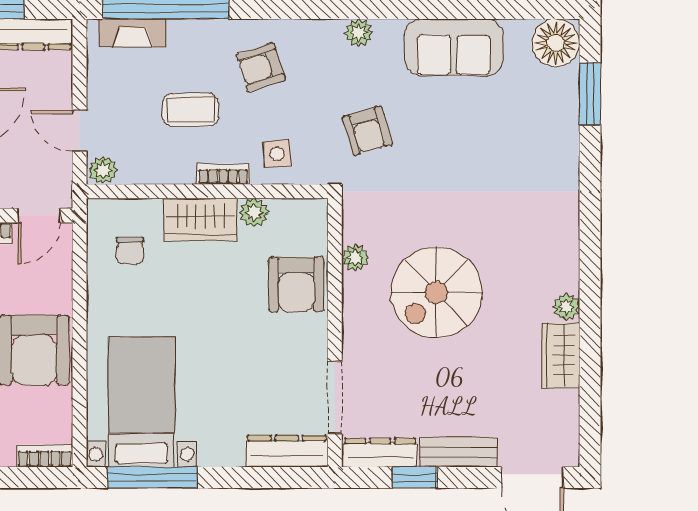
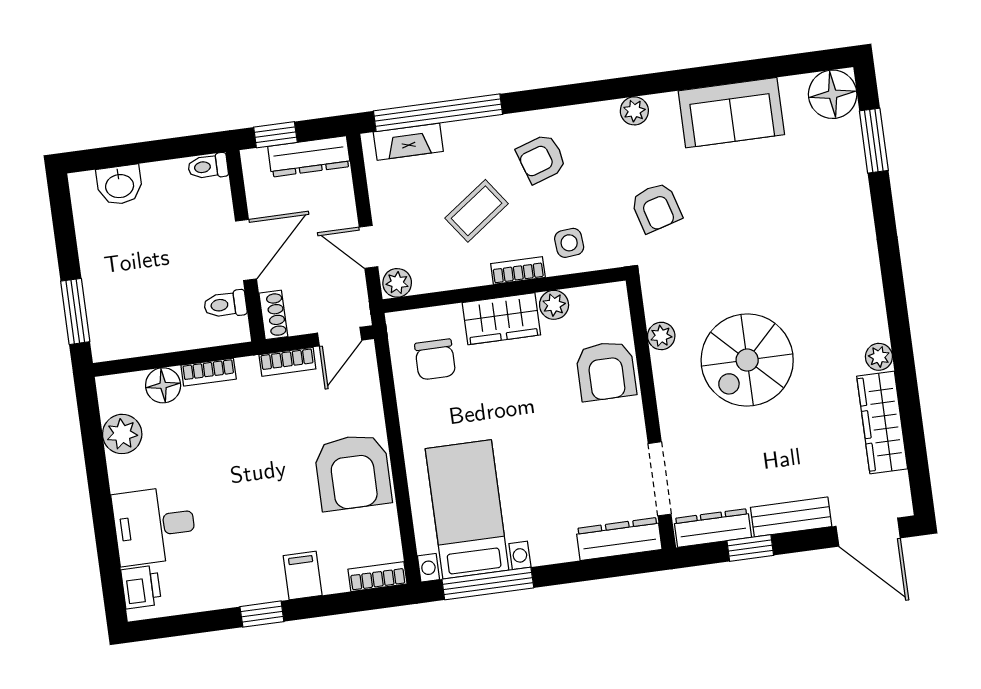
coffee table: (190, 110) -> (477, 211), turned -36
chair: (130, 250) -> (435, 359), width x1.37, depth x1.37
wardrobe: (561, 355) -> (882, 422), width x1.50

